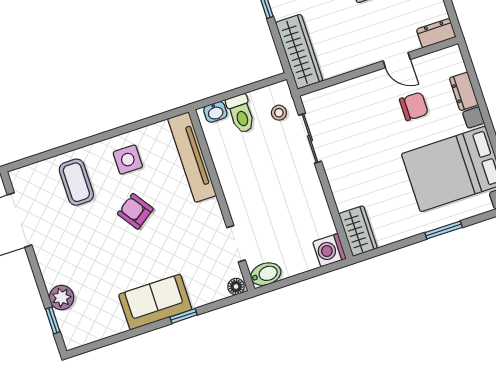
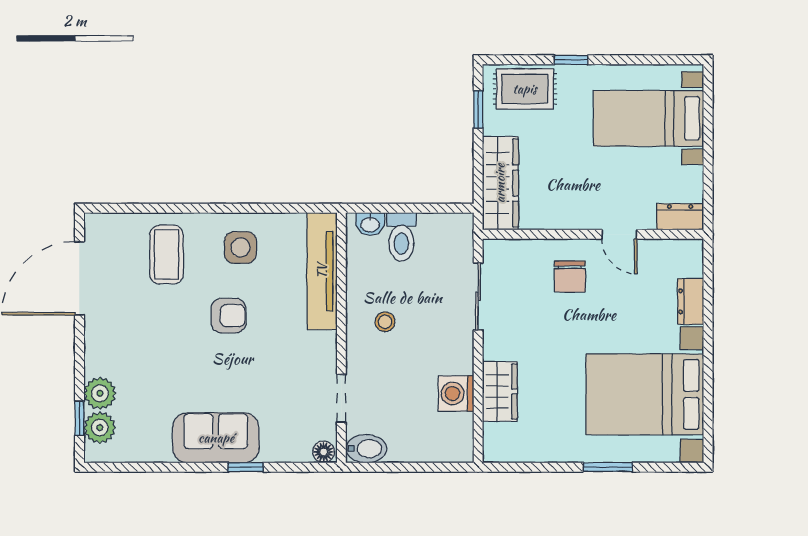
chair: (414, 106) -> (570, 276), moved, turned 90
stool: (279, 113) -> (385, 322), moved
armchair: (135, 211) -> (228, 316), turned 125
wardrobe: (358, 231) -> (500, 392), moved
washing machine: (329, 250) -> (456, 394), moved
plant: (70, 322) -> (100, 428), added

